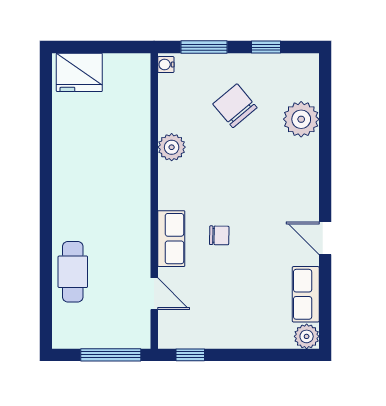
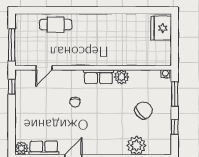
row of seats: (171, 239) -> (98, 77), moved

